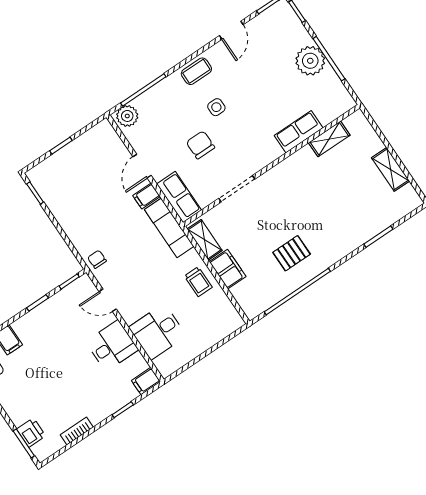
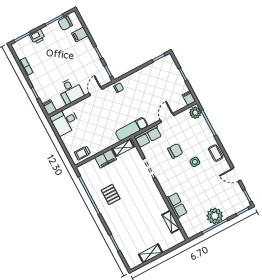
door: (142, 166) -> (167, 118), hinge flipped
filing cabinet: (146, 196) -> (189, 98), moved
trolley: (198, 282) -> (82, 153), moved
desk: (158, 332) -> (65, 121), moved, turned -90
printer: (31, 433) -> (37, 37), moved

